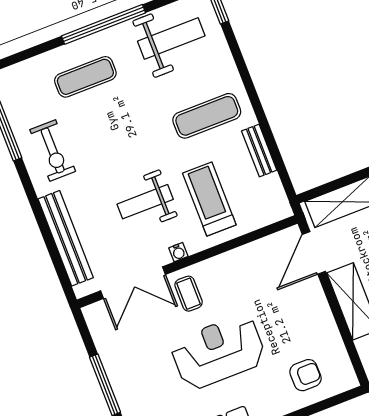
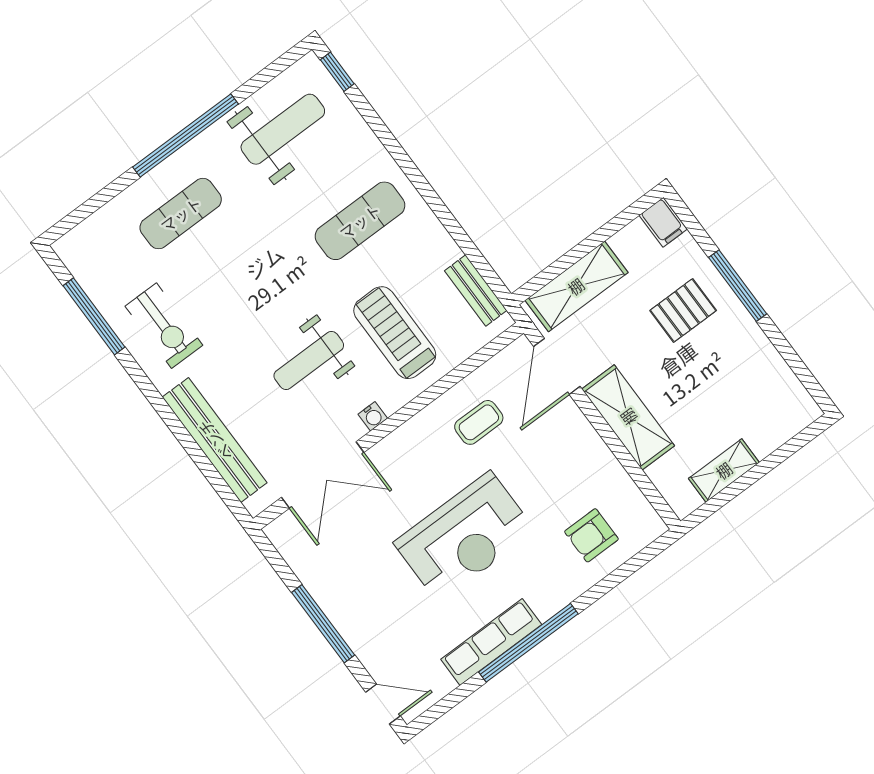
bench: (259, 151) -> (476, 291), moved
coffee table: (189, 294) -> (479, 422), moved, turned 90
reception desk: (218, 352) -> (464, 537), turned 180
armchair: (305, 375) -> (591, 535), turned 180

